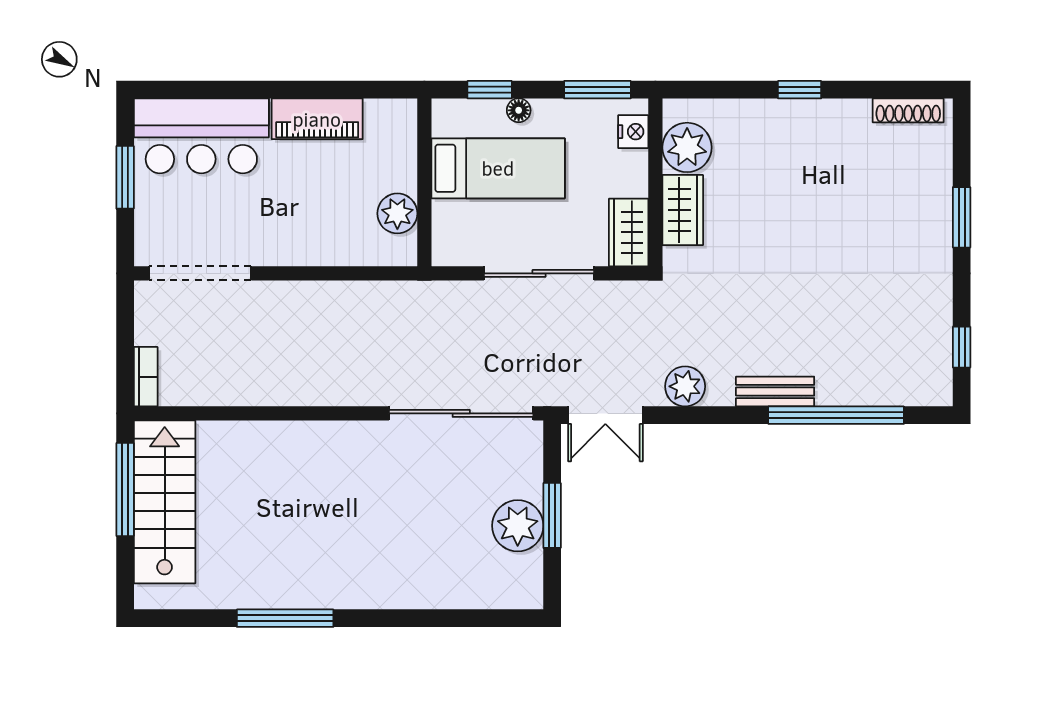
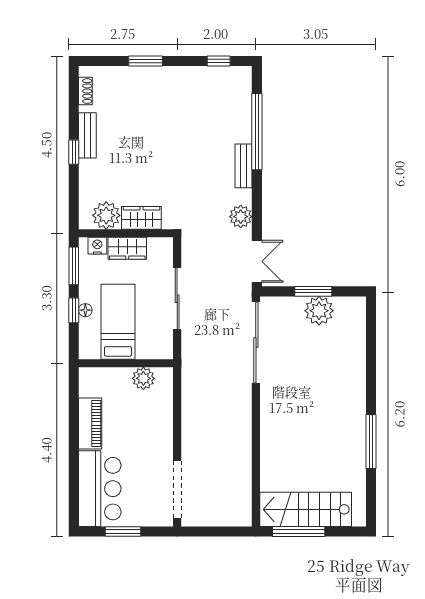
window: (490, 90) -> (74, 310), moved
shoe rack: (908, 110) -> (85, 91), width x0.70
bench: (829, 114) -> (87, 135), added
wardrobe: (629, 232) -> (127, 248), moved
bookcase: (146, 377) -> (235, 520), removed

